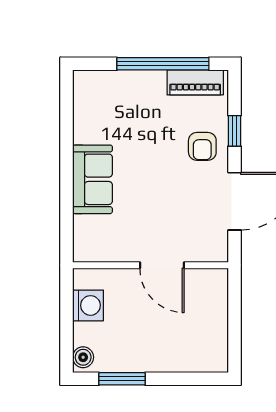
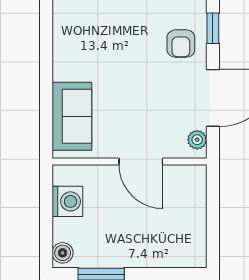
sofa: (92, 179) -> (72, 116), moved
plant: (219, 243) -> (197, 140), added

